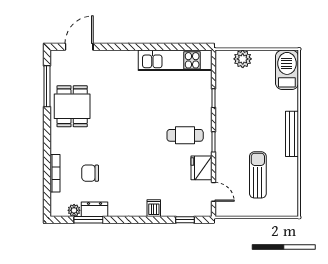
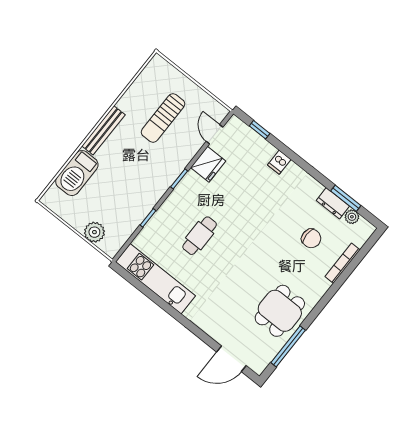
barbecue: (287, 70) -> (77, 173), moved
cafe table: (185, 135) -> (200, 236), moved, turned 90

